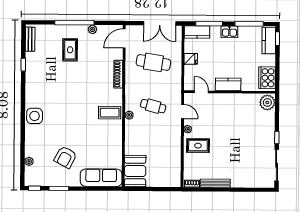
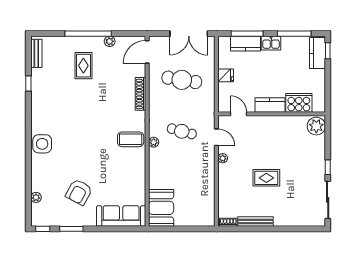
kitchen counter: (197, 32) -> (245, 44), moved
cooker: (267, 78) -> (299, 103), moved, turned 90
rug: (198, 146) -> (266, 178), moved

